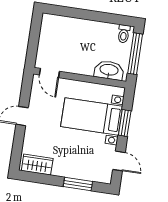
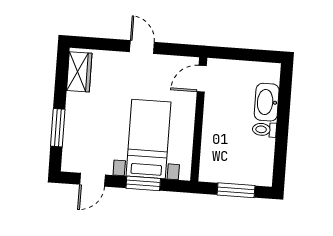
toilet: (124, 34) -> (264, 130), moved
window: (135, 54) -> (236, 190), width x0.69
washbasin: (109, 70) -> (267, 102), moved, turned 180

